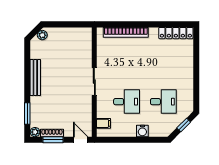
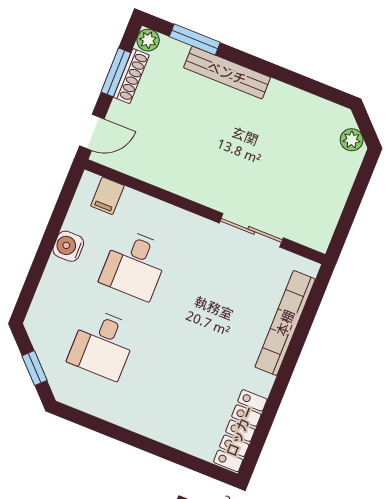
bench: (35, 77) -> (227, 73), moved
sliding door: (94, 82) -> (251, 230), moved
water cooler: (142, 131) -> (68, 246), moved

